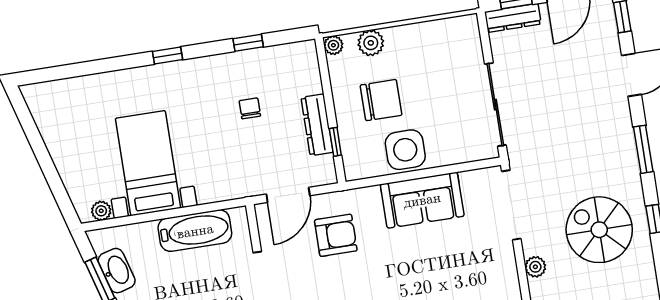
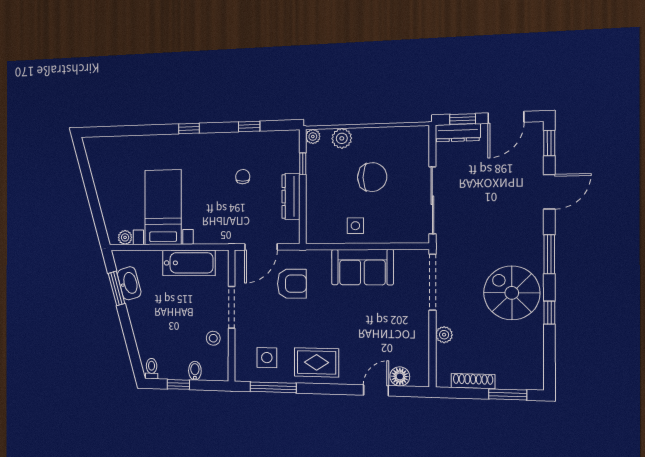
chair: (381, 100) -> (372, 177), moved
window: (335, 142) -> (303, 164), moved
side table: (405, 150) -> (355, 226), width x0.54, depth x0.54
spiral stairs: (599, 230) -> (512, 293), moved

